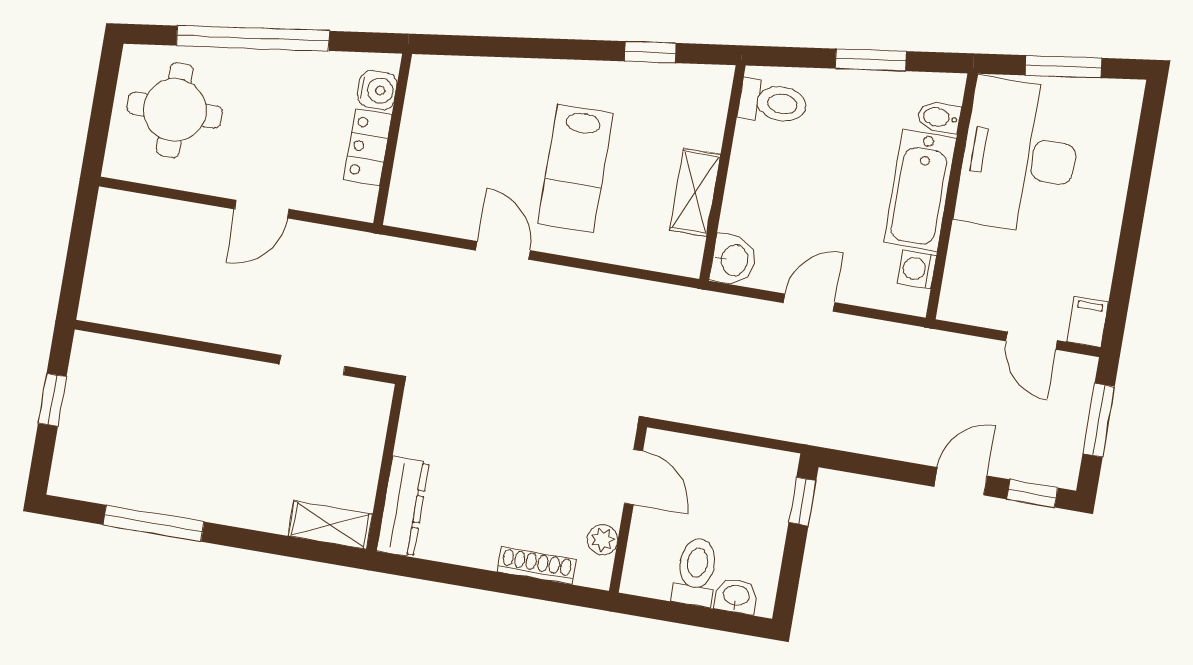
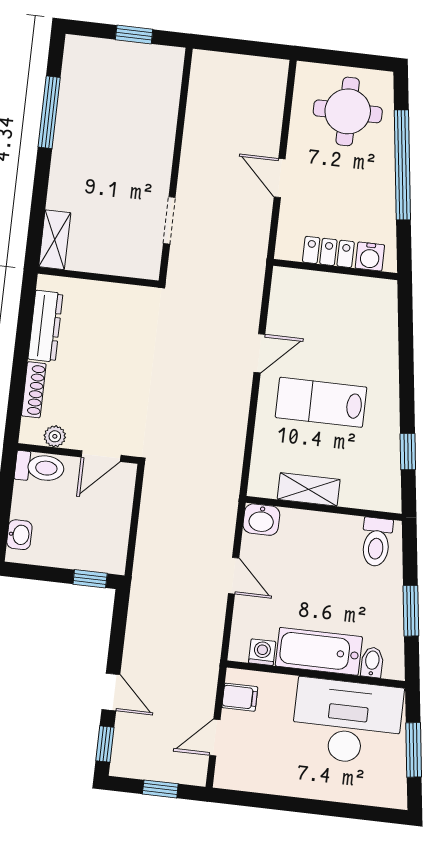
filing cabinet: (1088, 322) -> (240, 697), moved
window: (1099, 420) -> (160, 789), width x0.67
dresser: (403, 507) -> (45, 326), moved, turned -90
toilet: (696, 572) -> (40, 467), moved

